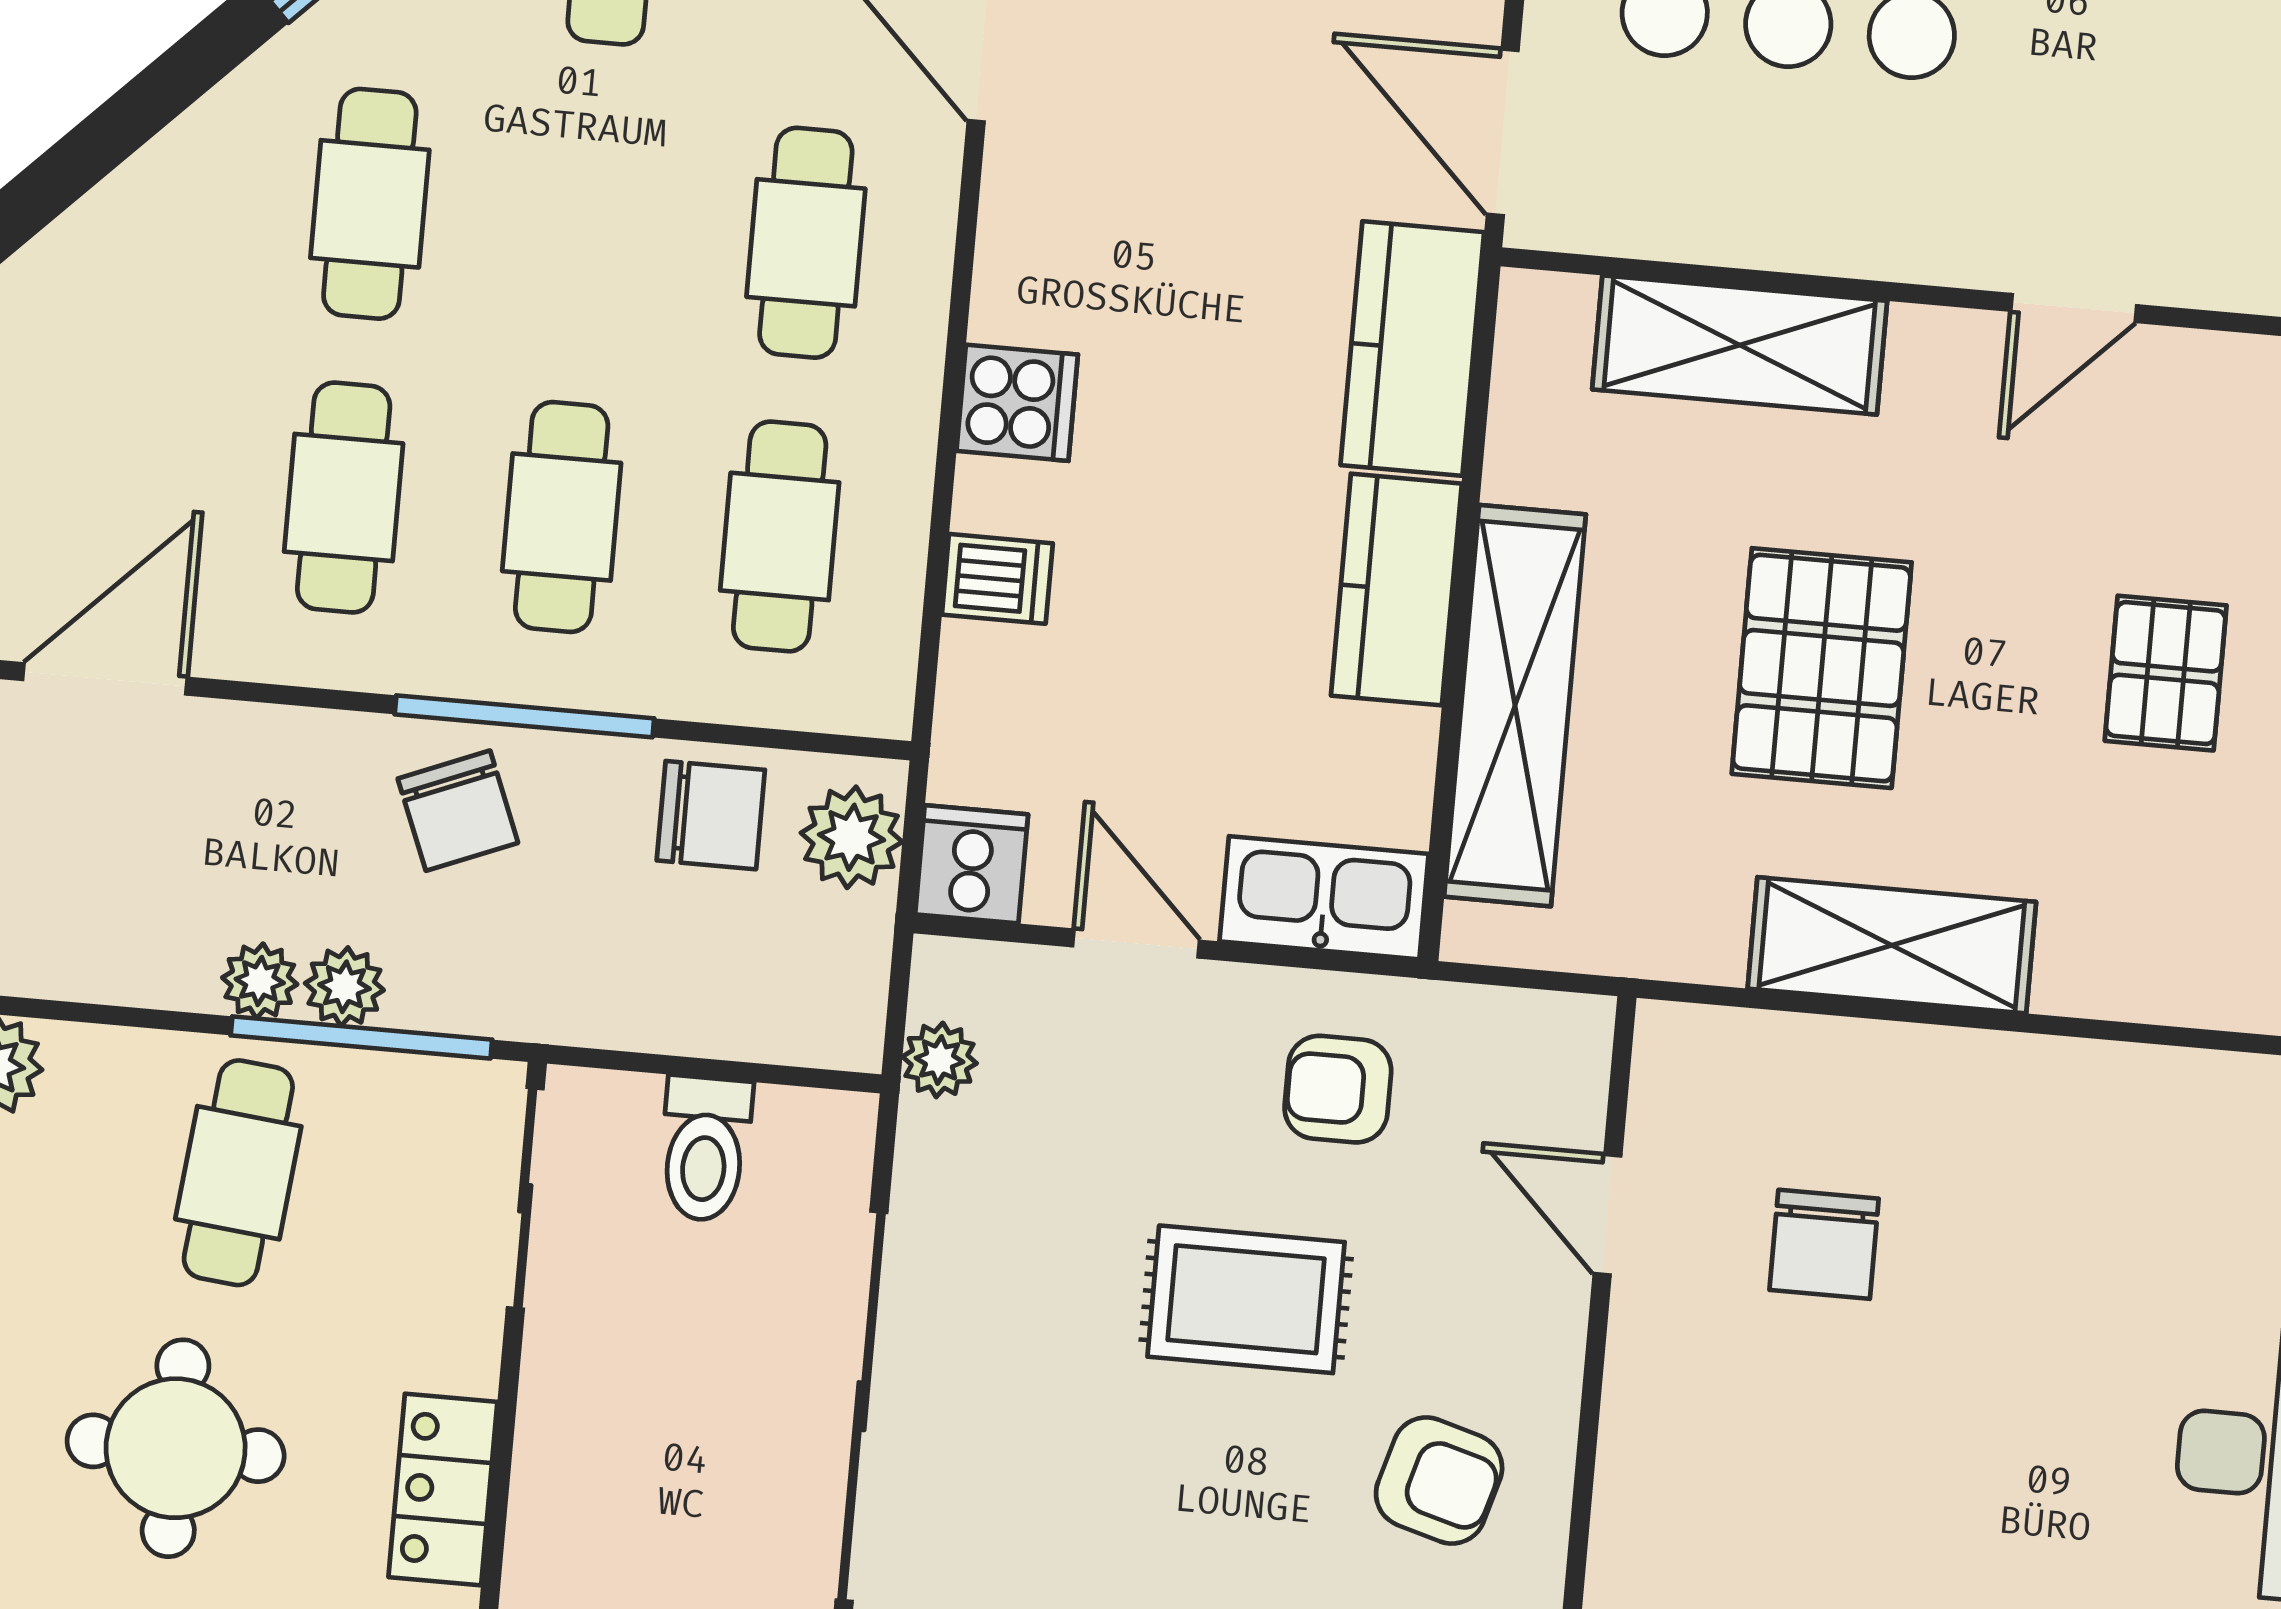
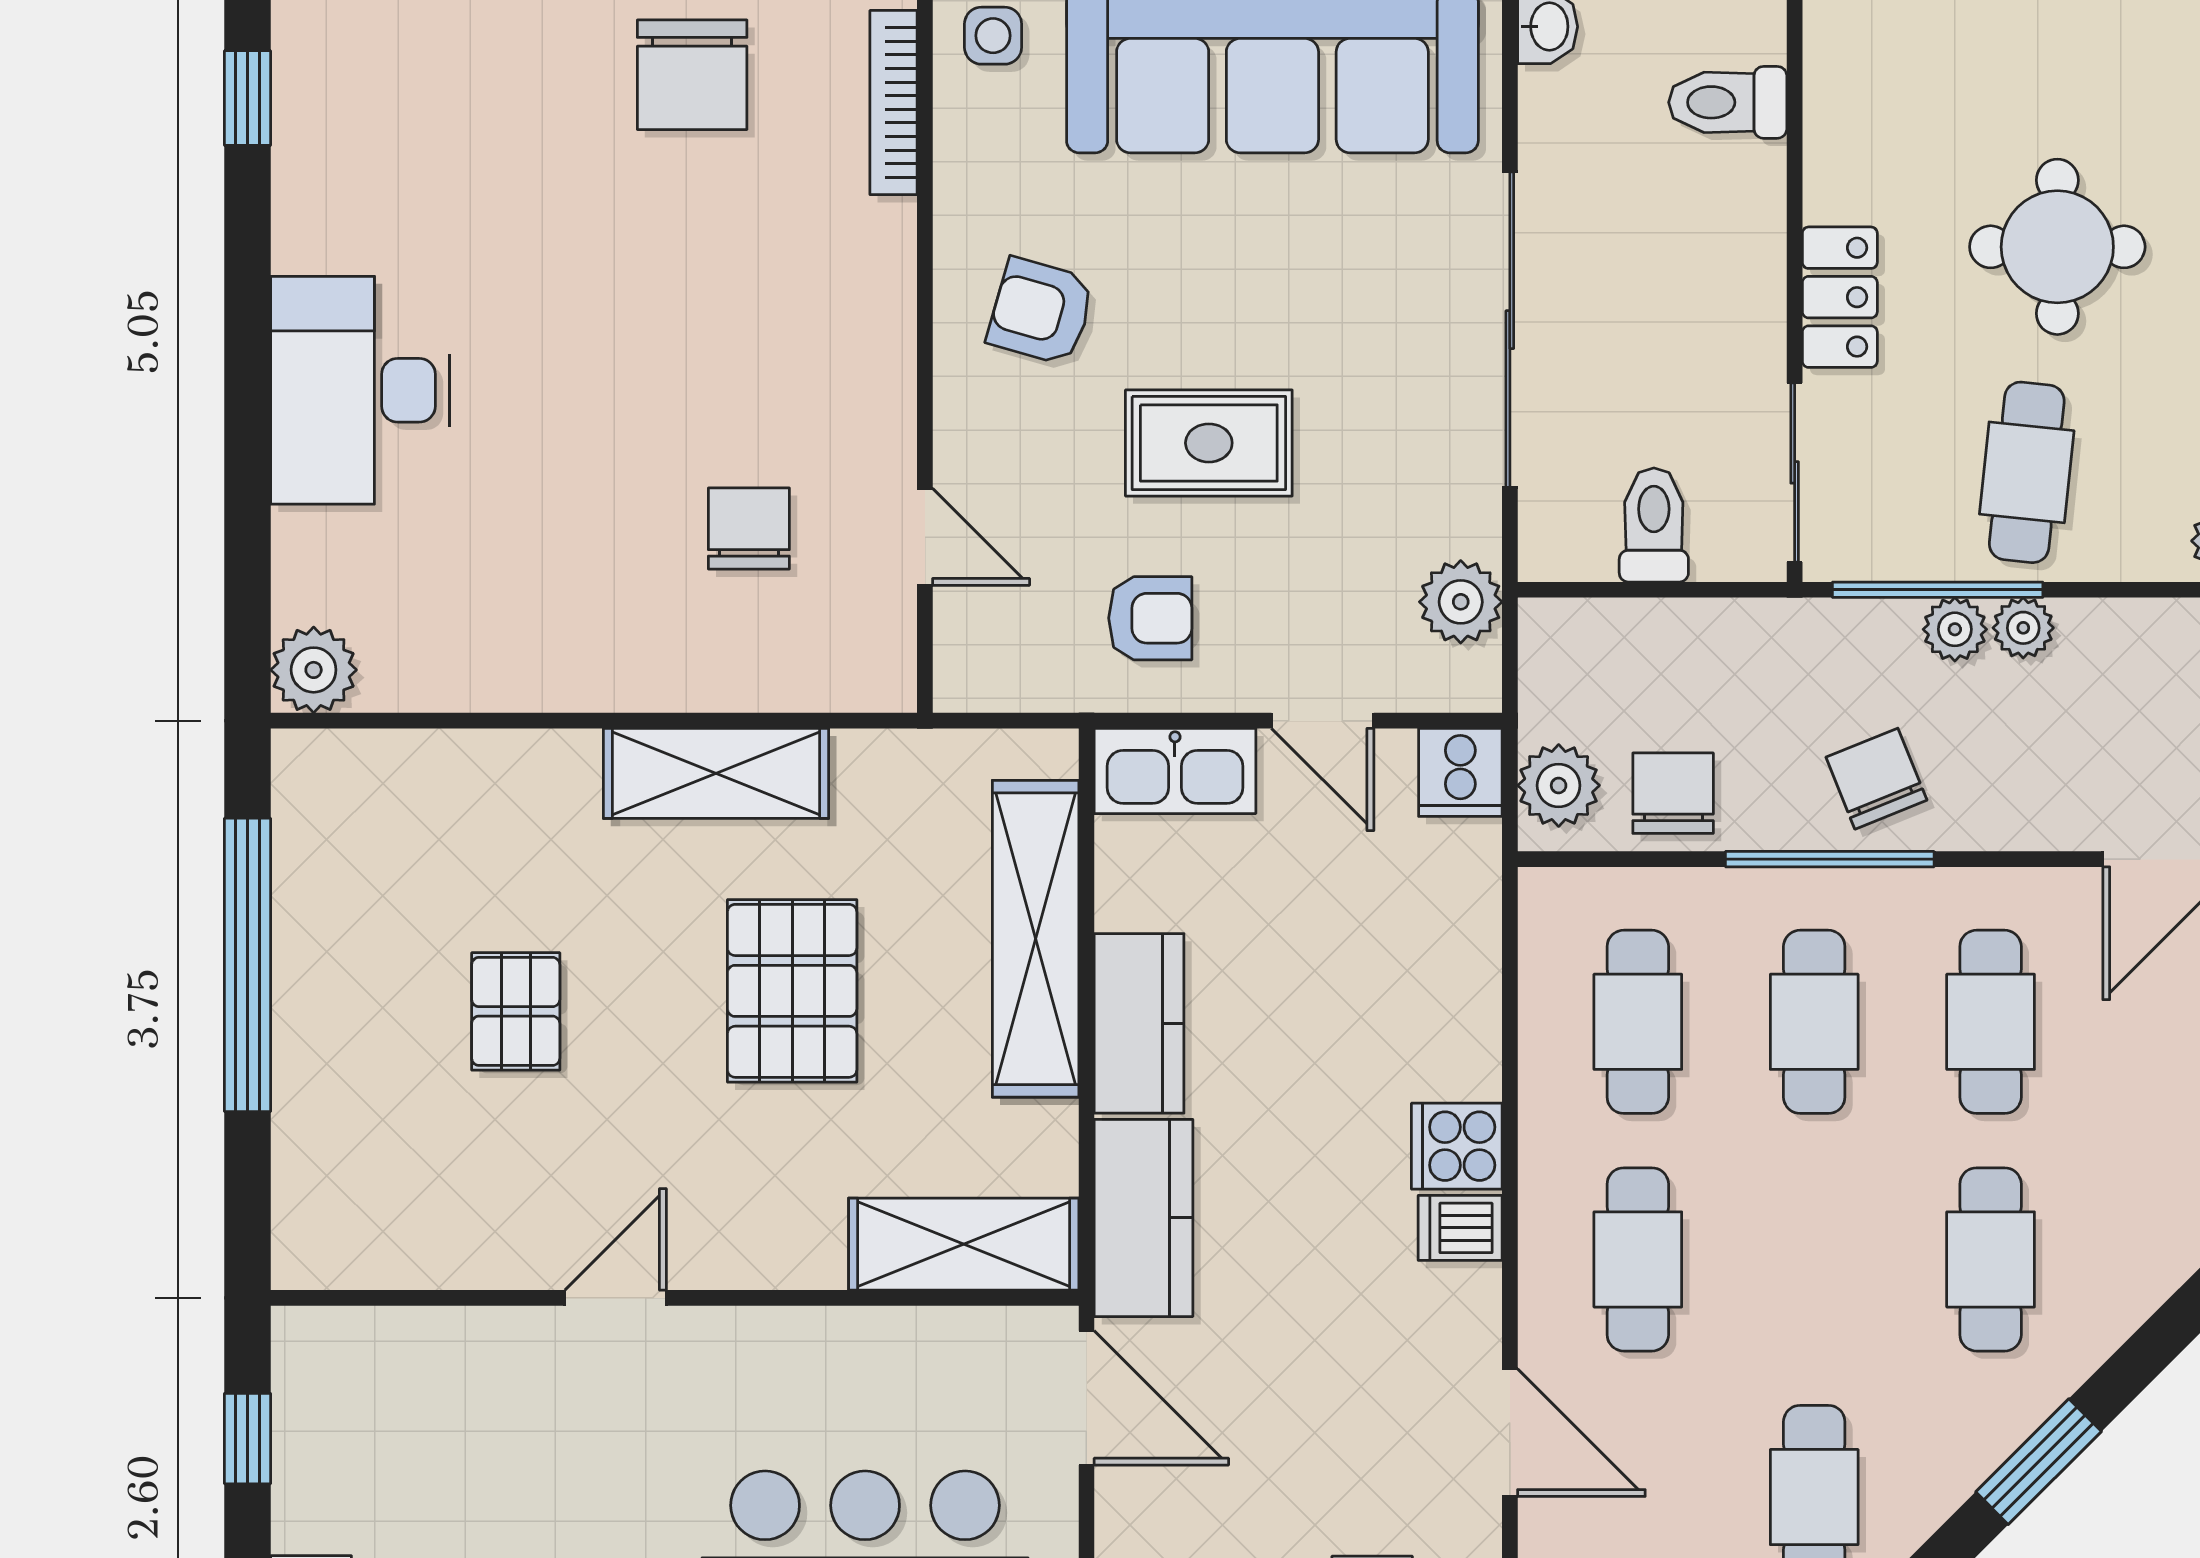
shelving: (1740, 345) -> (964, 1244), moved
dishwasher: (997, 579) -> (1460, 1228), moved
chair: (711, 815) -> (1673, 793), turned 90
plant: (940, 1060) -> (1461, 602), width x1.38, depth x1.38
locker: (443, 1489) -> (1840, 297), moved

